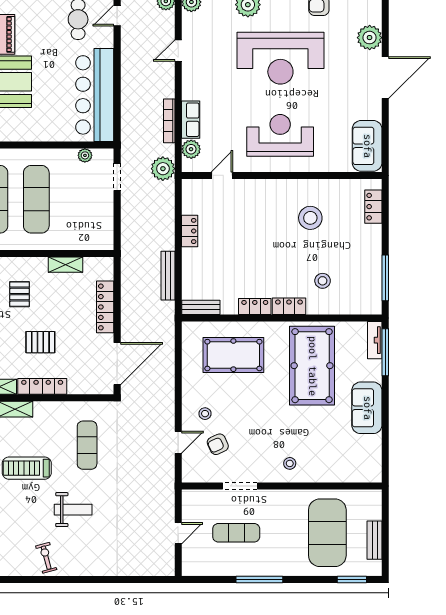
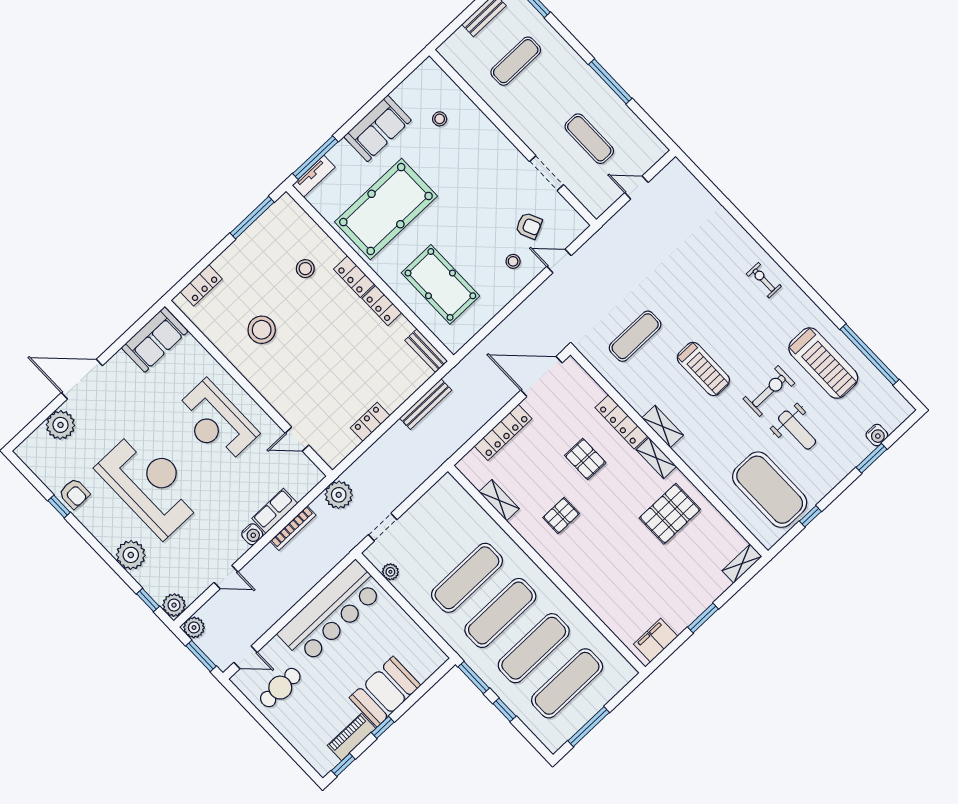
water cooler: (189, 92) -> (252, 534), added
plant: (191, 149) -> (299, 487), removed
stool: (290, 463) -> (440, 119), moved
weight bench: (73, 510) -> (701, 296), removed
exercise mat: (327, 533) -> (516, 61), width x0.50, depth x0.69
exercise bike: (46, 558) -> (764, 280), turned 105

